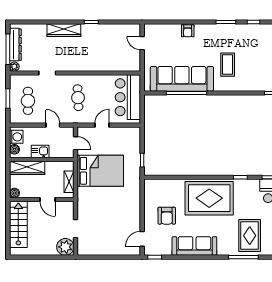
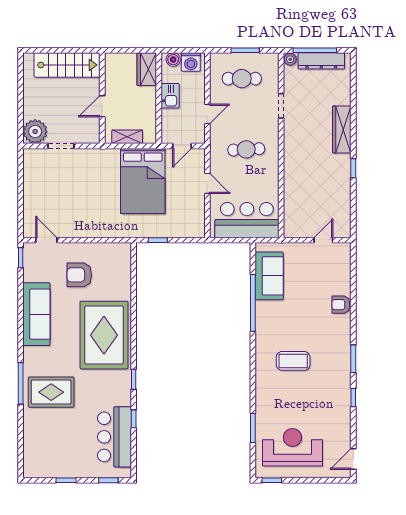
sofa: (182, 79) -> (269, 276), width x0.54, depth x0.79
wardrobe: (27, 168) -> (147, 69), width x0.67
boiler: (14, 193) -> (111, 59), removed

